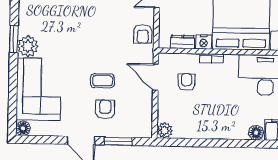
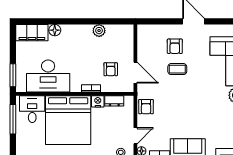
armchair: (143, 34) -> (146, 107), turned 180
plant: (165, 130) -> (99, 31), moved
window: (118, 141) -> (164, 21), removed

